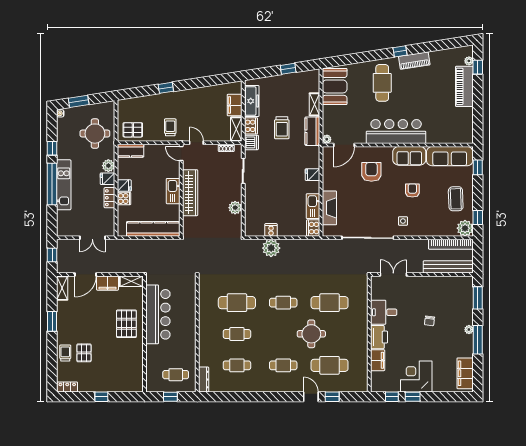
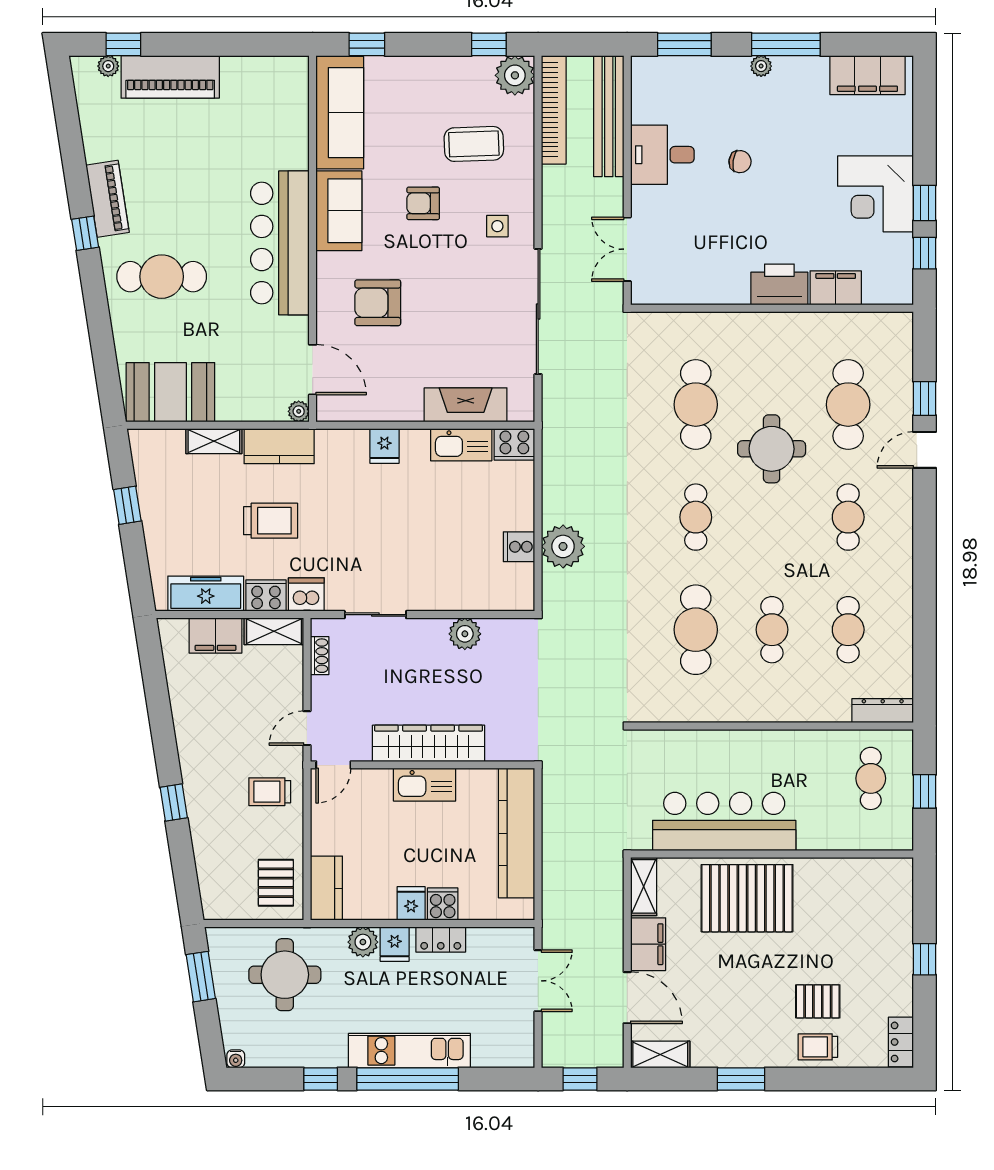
window: (79, 101) -> (201, 977), moved
coffee table: (456, 199) -> (474, 144), moved
desk: (384, 312) -> (662, 155), moved, turned 90
pallet: (126, 324) -> (747, 898), width x1.37, depth x1.41

